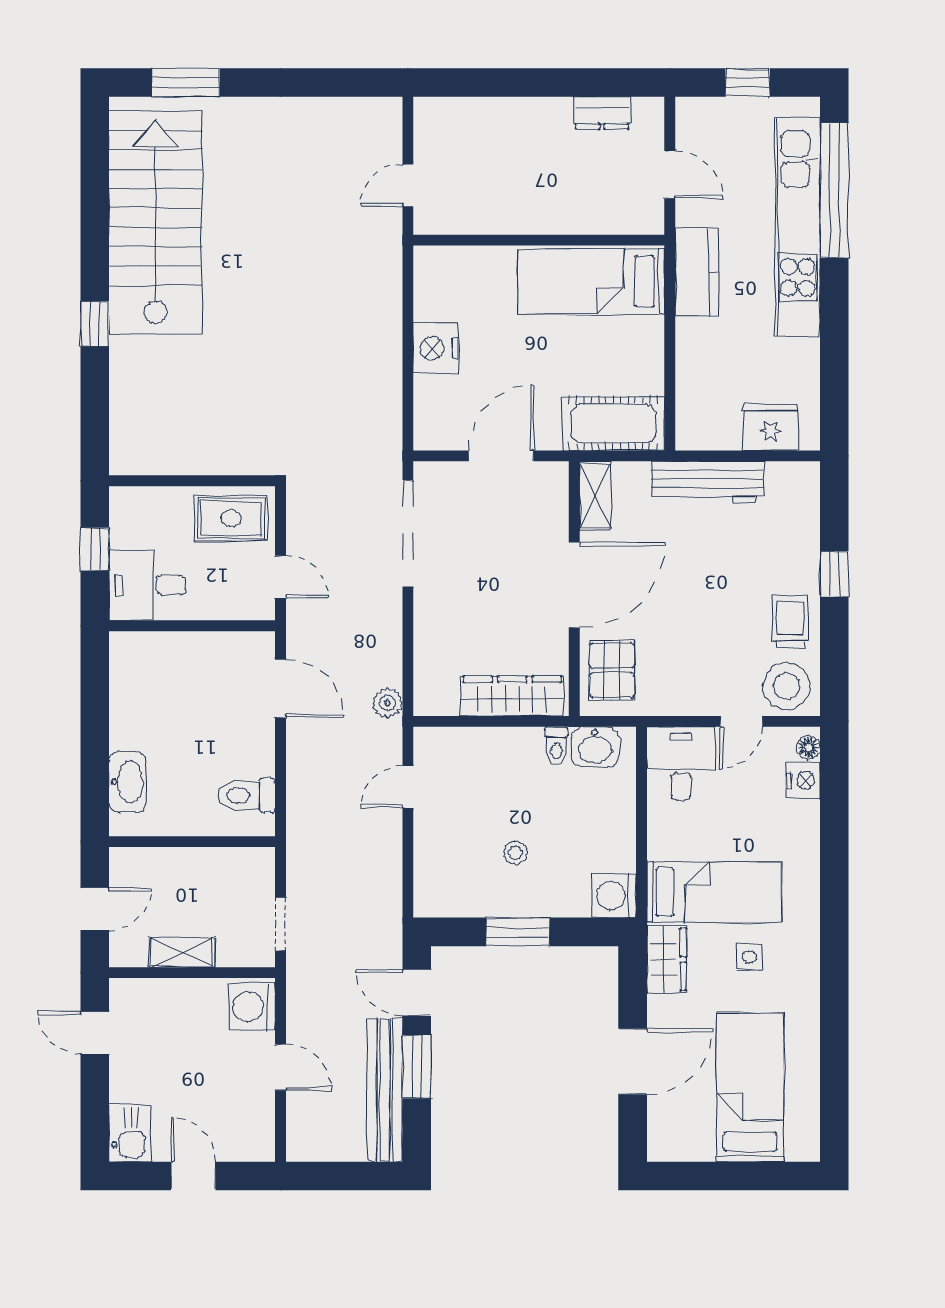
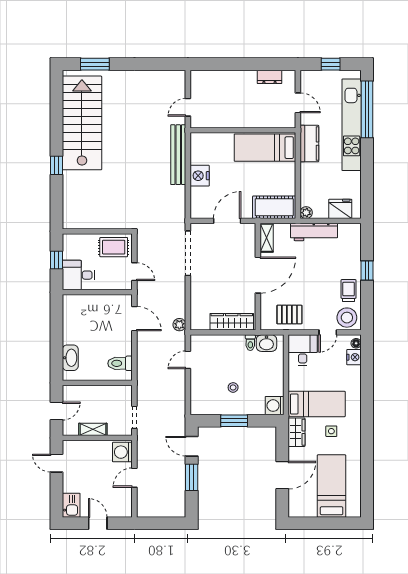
plant: (689, 436) -> (306, 213), added
pallet: (612, 670) -> (289, 315), moved, turned 90
door: (281, 1067) -> (134, 478), swing flipped
bench: (385, 1090) -> (178, 155), moved

